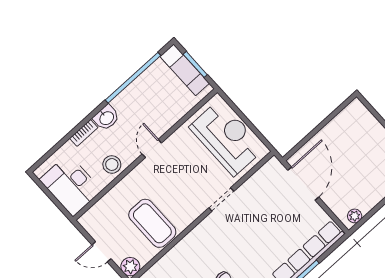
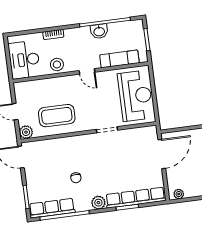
exam couch: (185, 70) -> (119, 59), moved, turned 90
washbasin: (106, 118) -> (99, 31), moved
door: (152, 148) -> (87, 71), swing flipped
coffee table: (152, 223) -> (57, 116), turned 90

